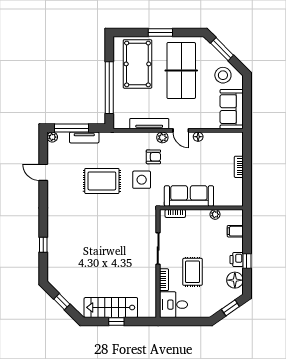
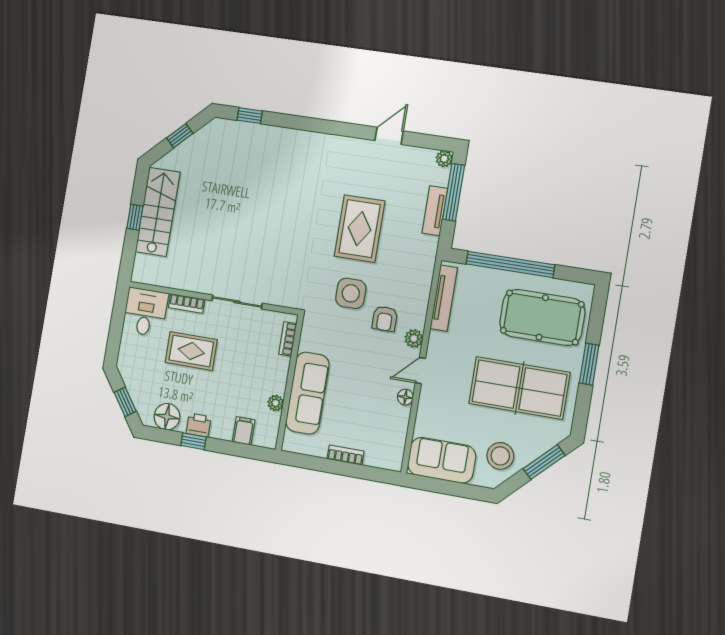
tv unit: (149, 124) -> (444, 298), moved
sofa: (189, 196) -> (307, 393), moved
window: (43, 245) -> (250, 116), moved

